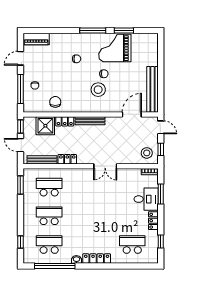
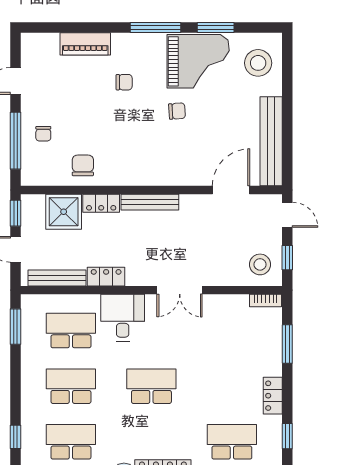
piano: (36, 39) -> (85, 44), moved
grand piano: (115, 48) -> (198, 61), turned 180
stool: (98, 90) -> (258, 63), moved
desk: (146, 199) -> (123, 318), moved, turned -90
school desk: (91, 216) -> (151, 386), added

